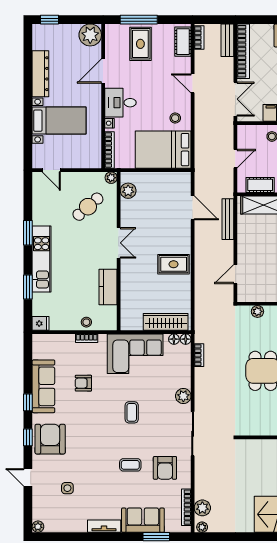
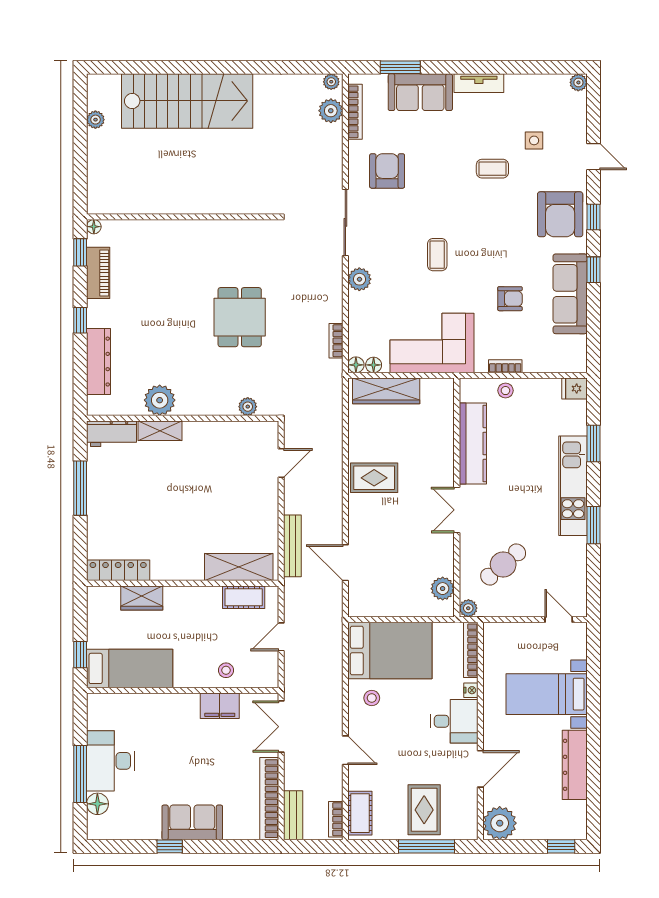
kitchen counter: (108, 287) -> (473, 444), width x1.50
coffee table: (130, 465) -> (492, 169), moved

